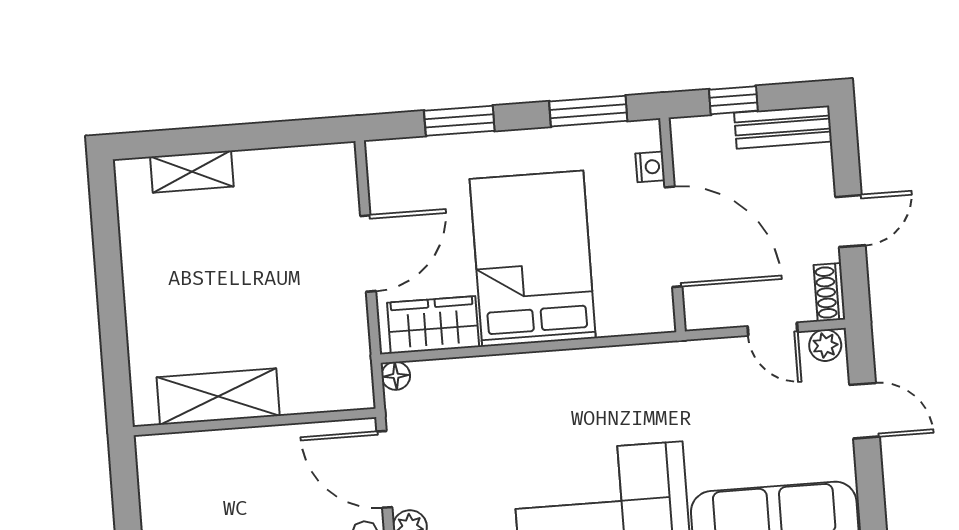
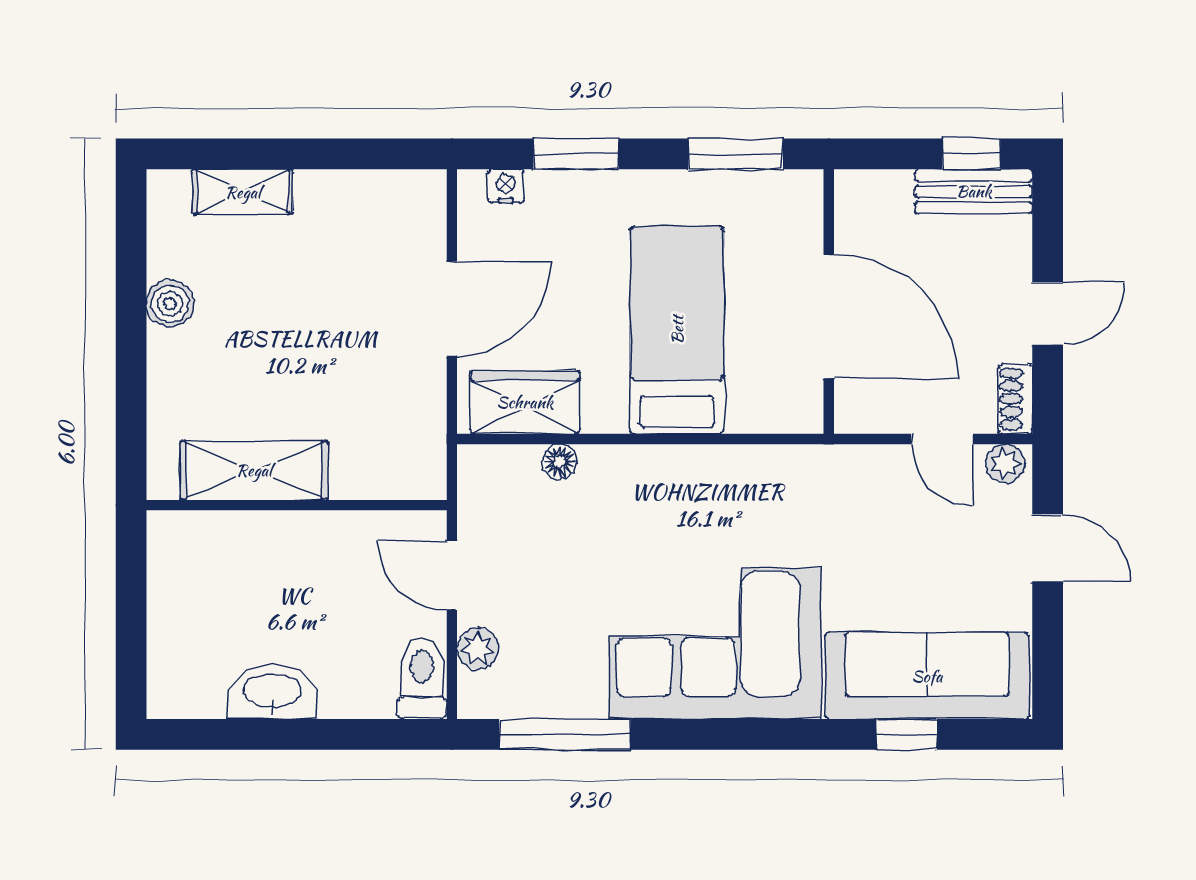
window: (733, 100) -> (971, 154), moved
nightstand: (650, 167) -> (506, 186), moved, turned -90
bed: (533, 259) -> (677, 330), width x0.67
boiler: (140, 267) -> (170, 304), added
floor lamp: (396, 376) -> (559, 462), moved
door: (384, 469) -> (452, 576), width x0.73

